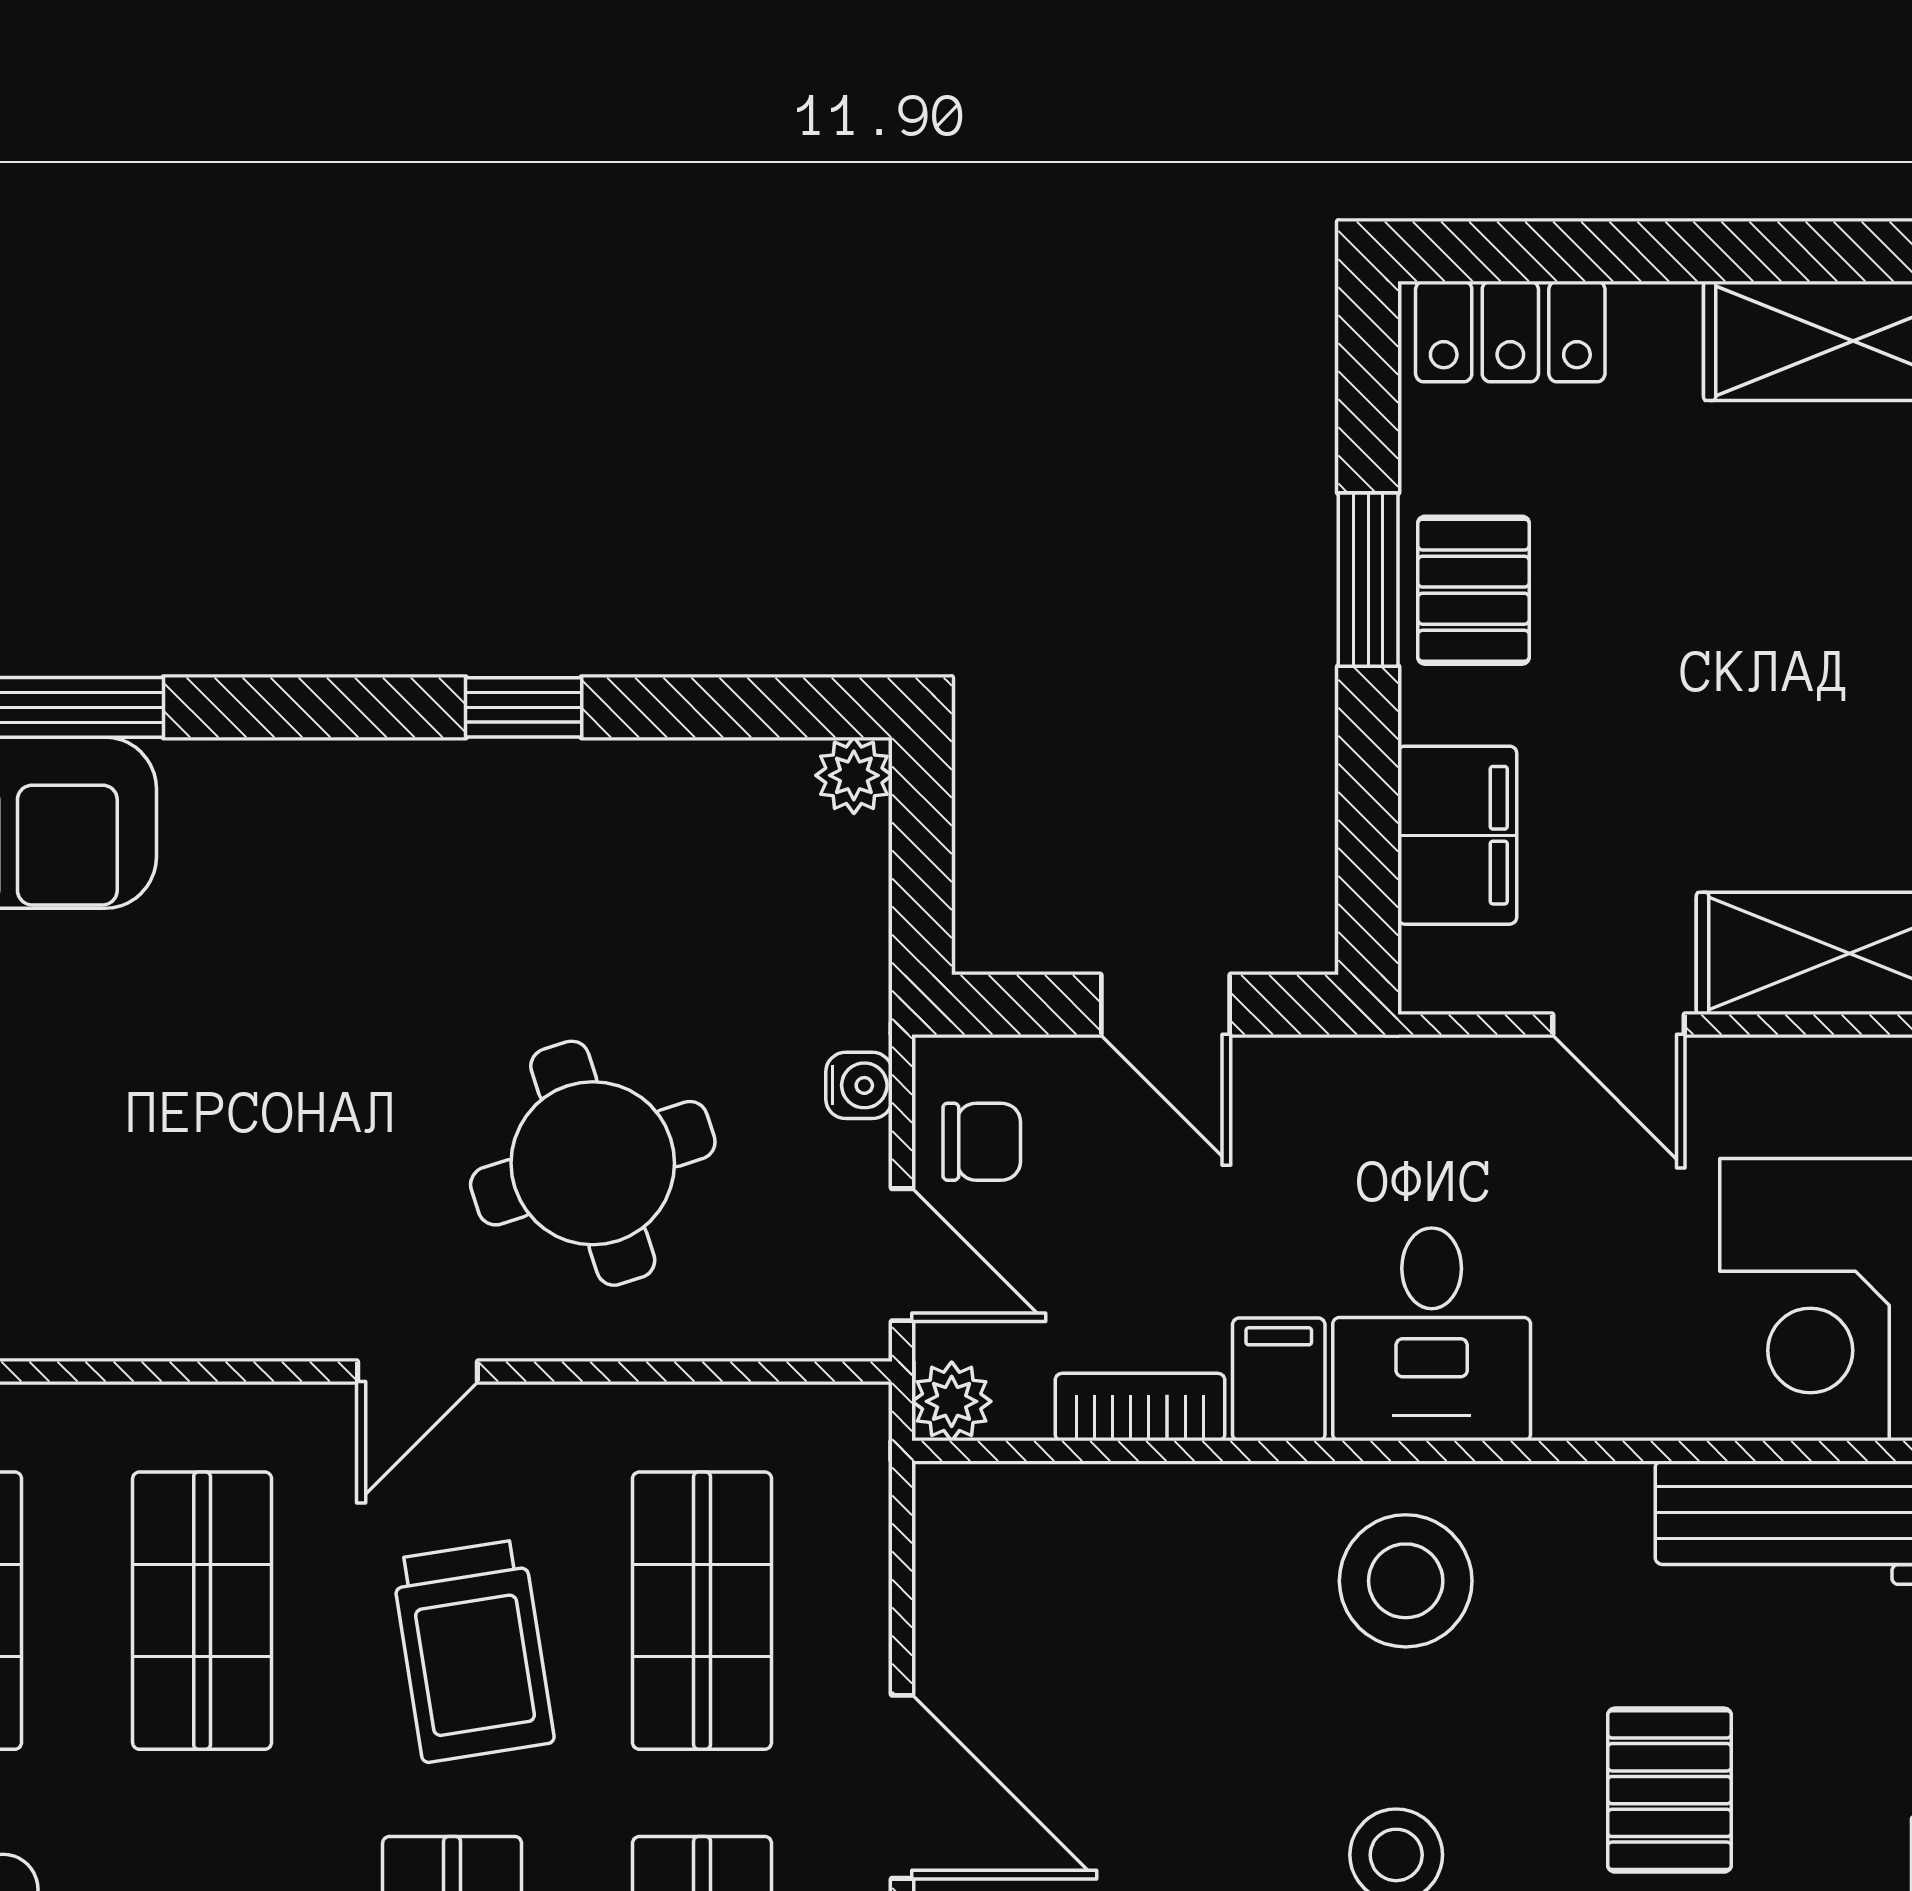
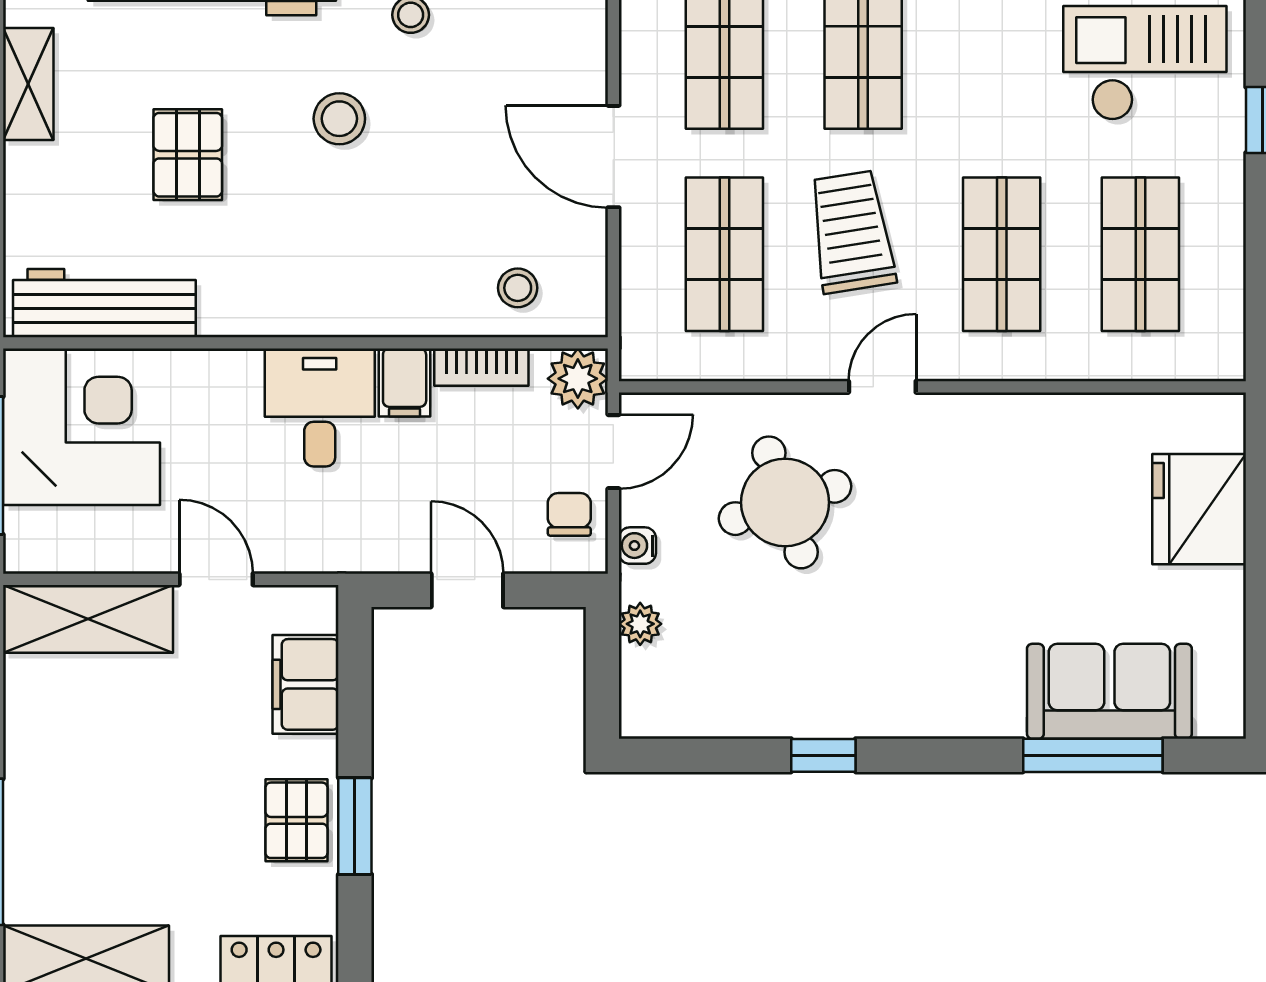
plant: (854, 775) -> (640, 624), moved
chair: (982, 1142) -> (569, 514), turned 90
door: (902, 1255) -> (613, 452), swing flipped
plant: (952, 1401) -> (578, 379), width x1.38, depth x1.38
stool: (1406, 1581) -> (518, 288), moved, width x0.53, depth x0.53

